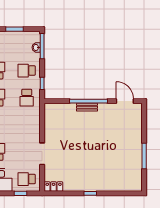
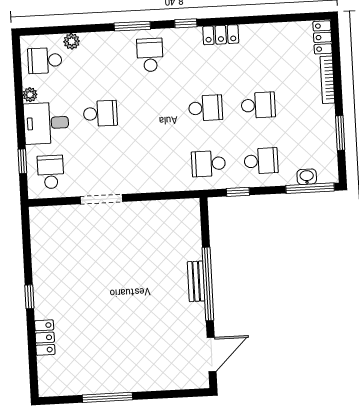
school desk: (27, 71) -> (261, 161), turned 90
locker: (54, 187) -> (45, 338), moved

